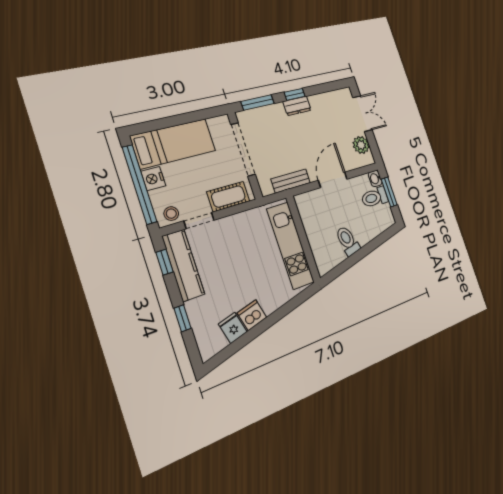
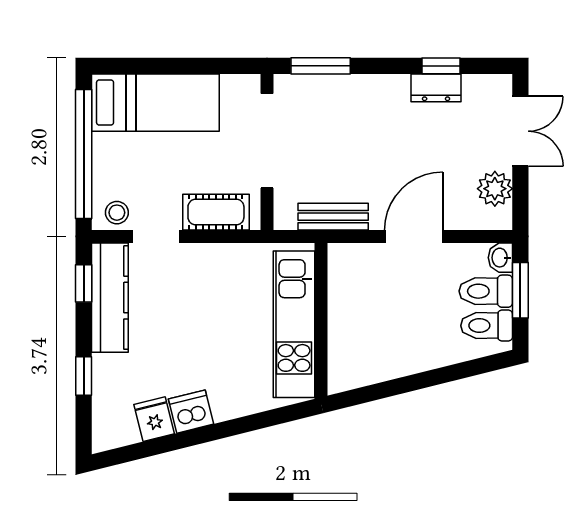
window: (295, 94) -> (441, 66), moved
dresser: (297, 106) -> (436, 88), moved
nightstand: (153, 179) -> (107, 150), removed
toilet: (348, 241) -> (487, 326), moved, turned -76

